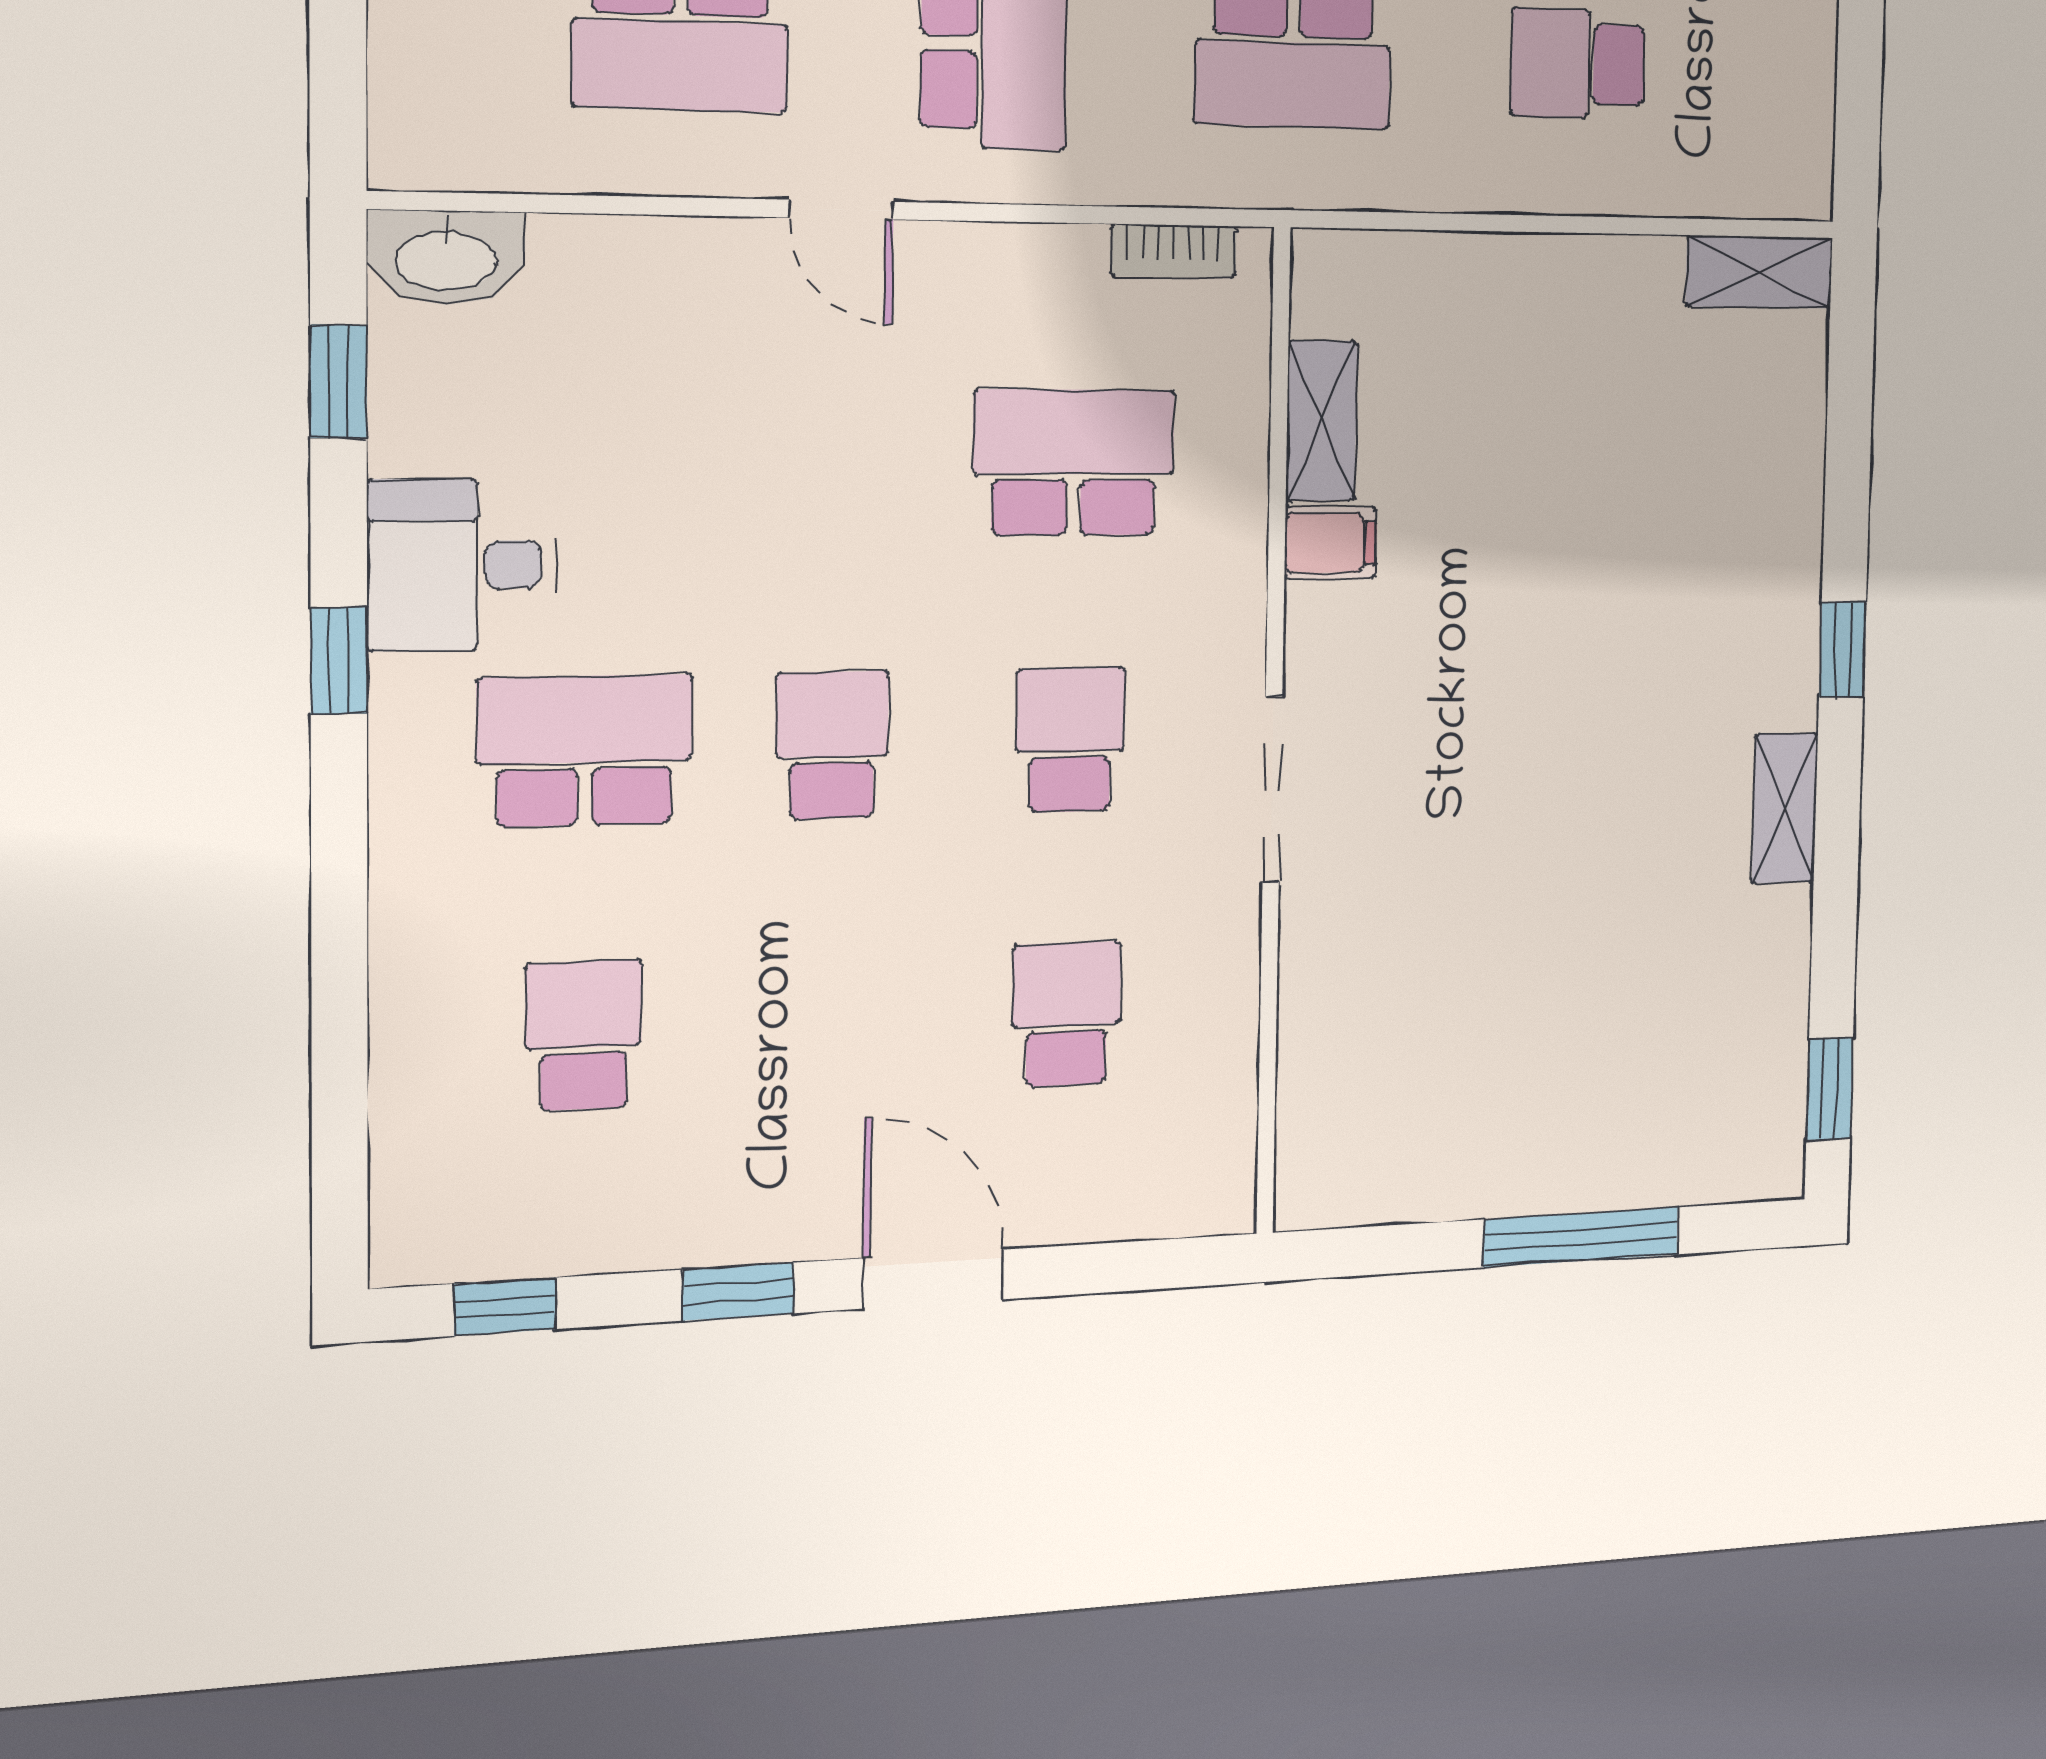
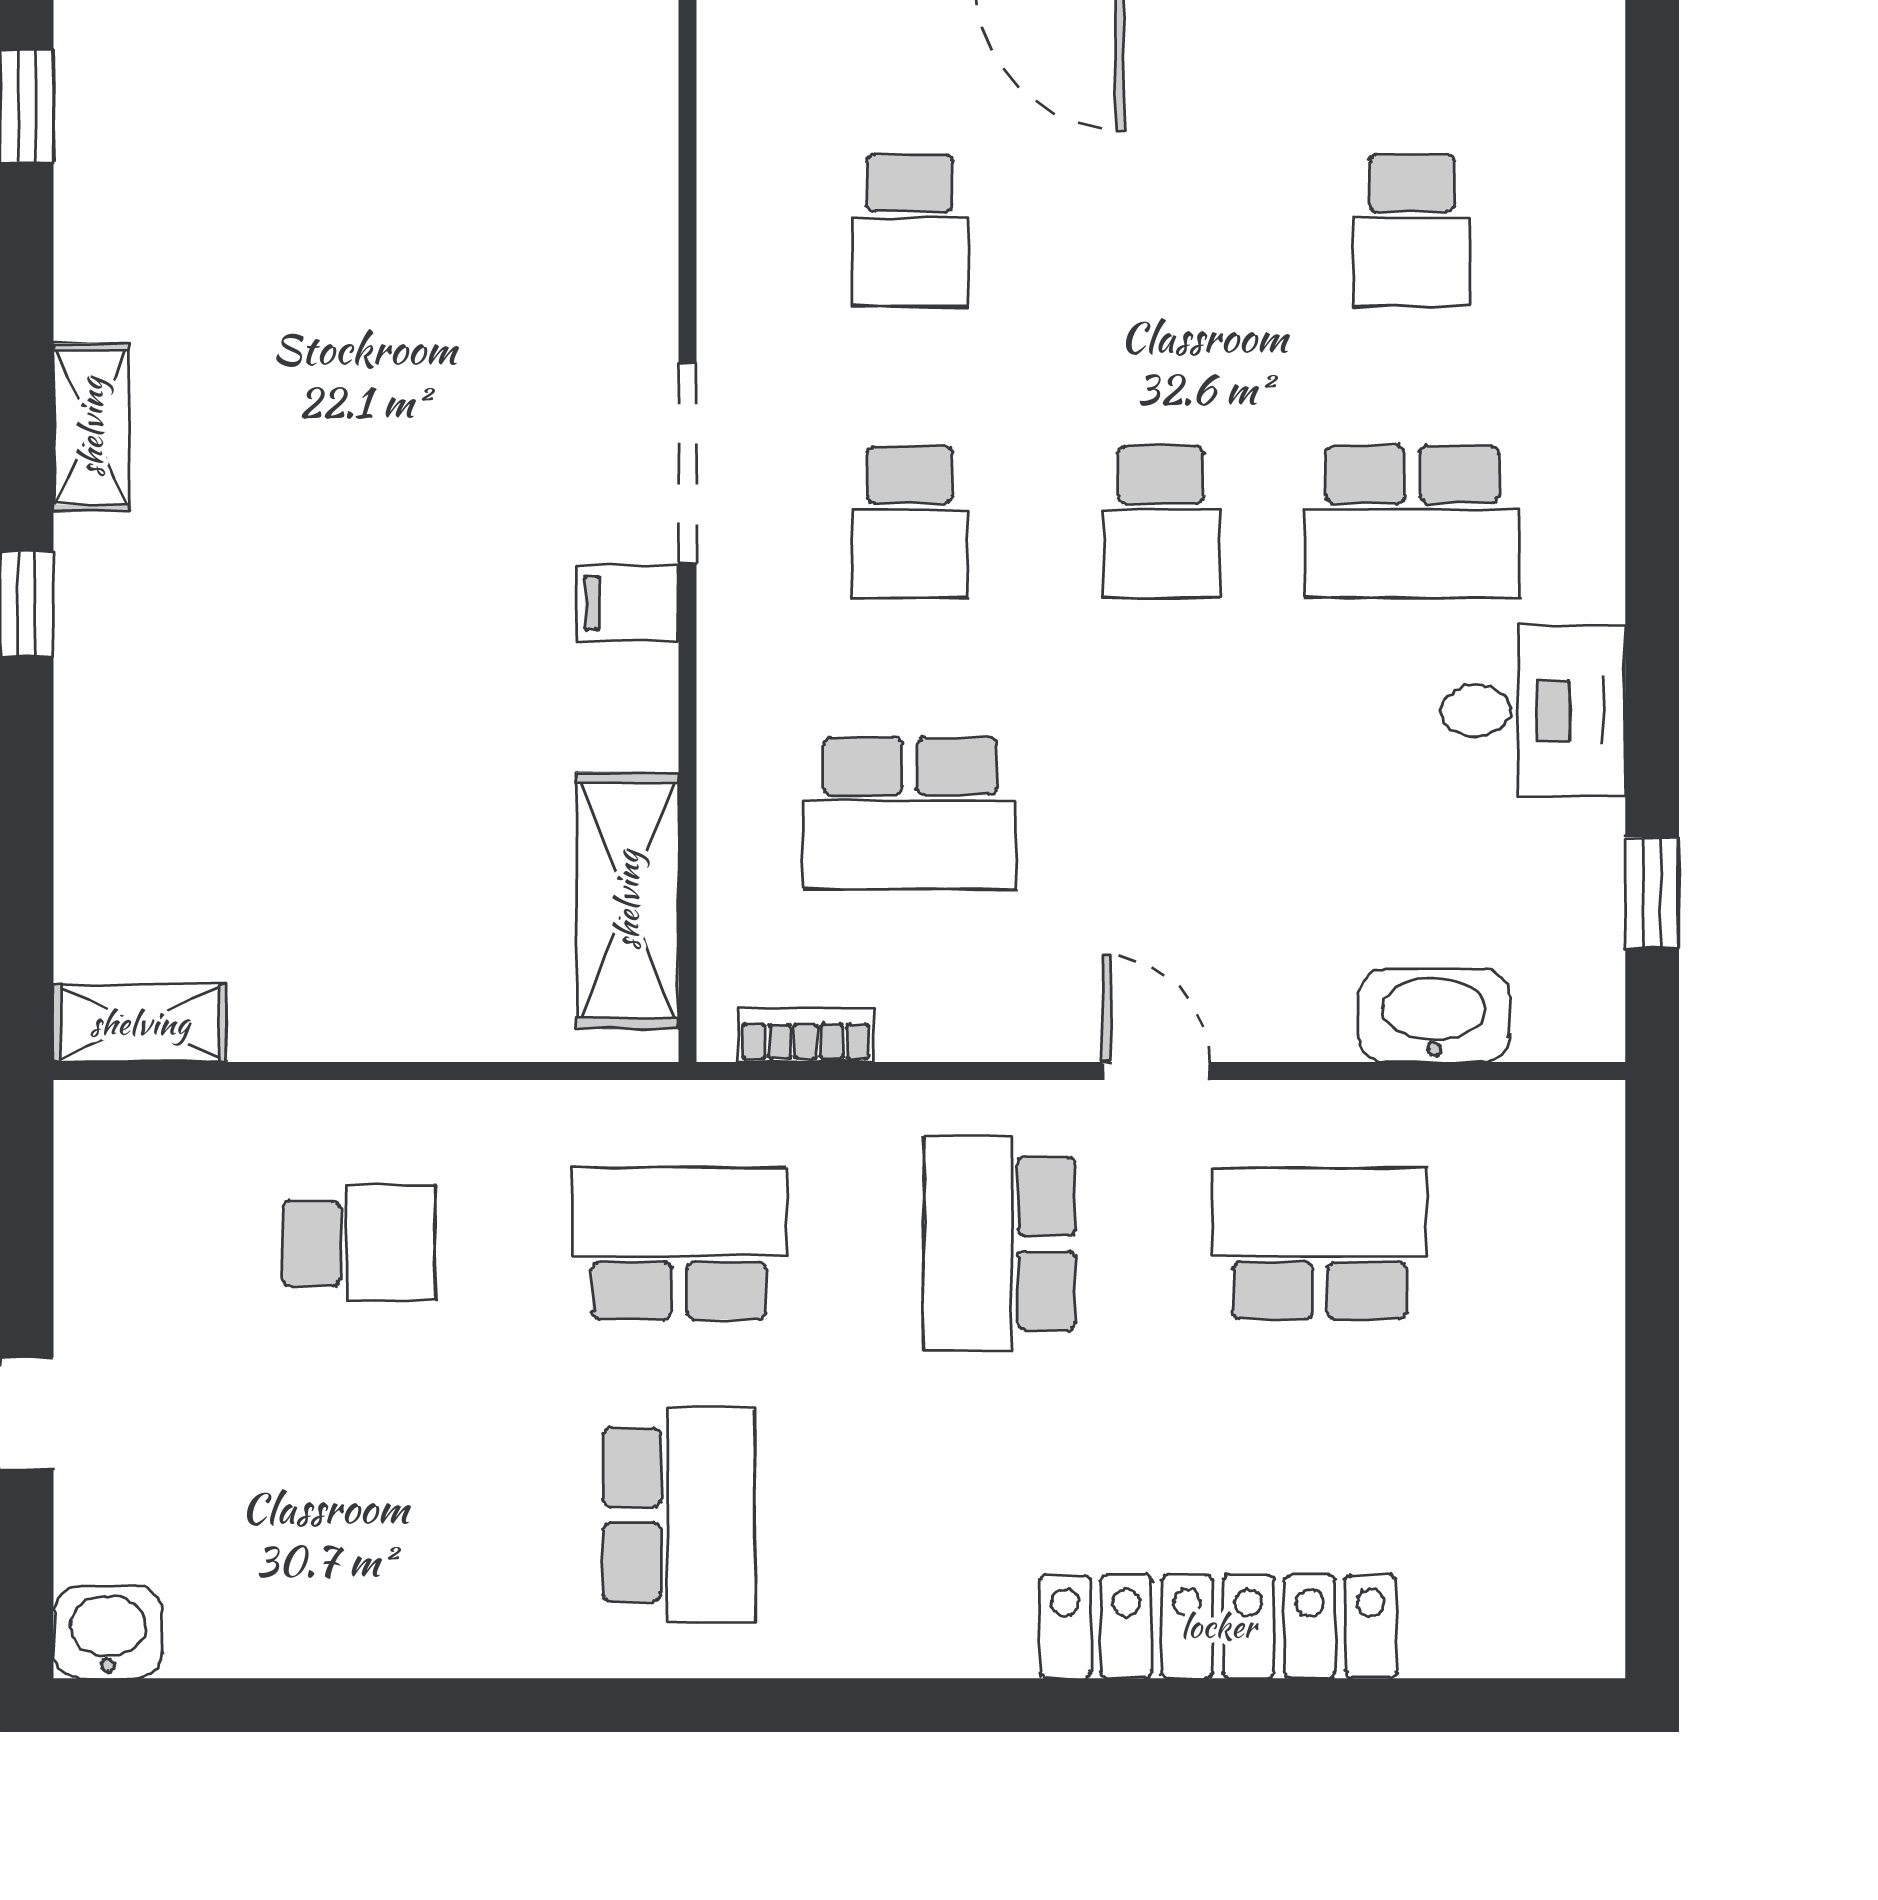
washbasin: (446, 258) -> (1434, 1016), moved
shelving: (1322, 421) -> (627, 900), width x1.50, depth x1.33
filing cabinet: (1331, 543) -> (628, 603), moved
window: (339, 661) -> (1652, 617), removed

